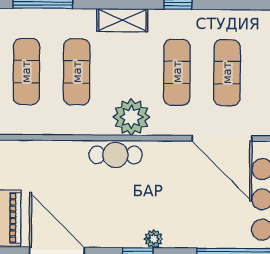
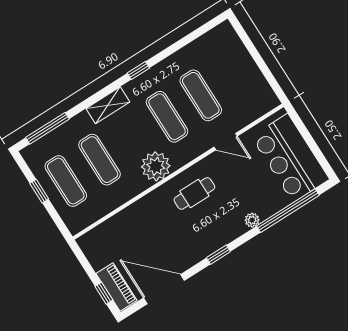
door: (222, 138) -> (226, 142), width x0.53
cafe table: (116, 155) -> (194, 193), moved
plant: (154, 239) -> (252, 220), moved

